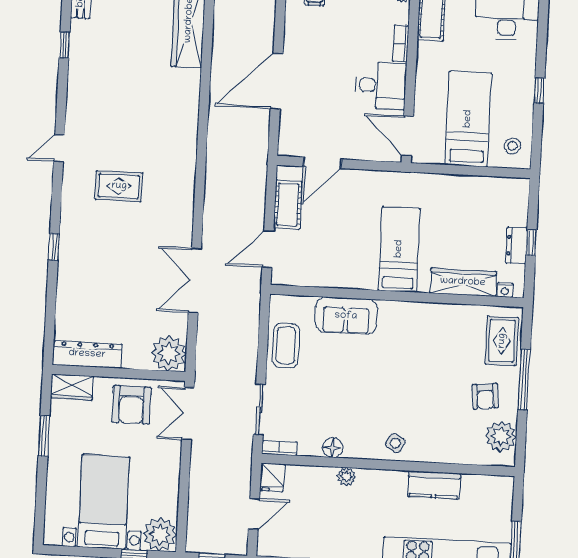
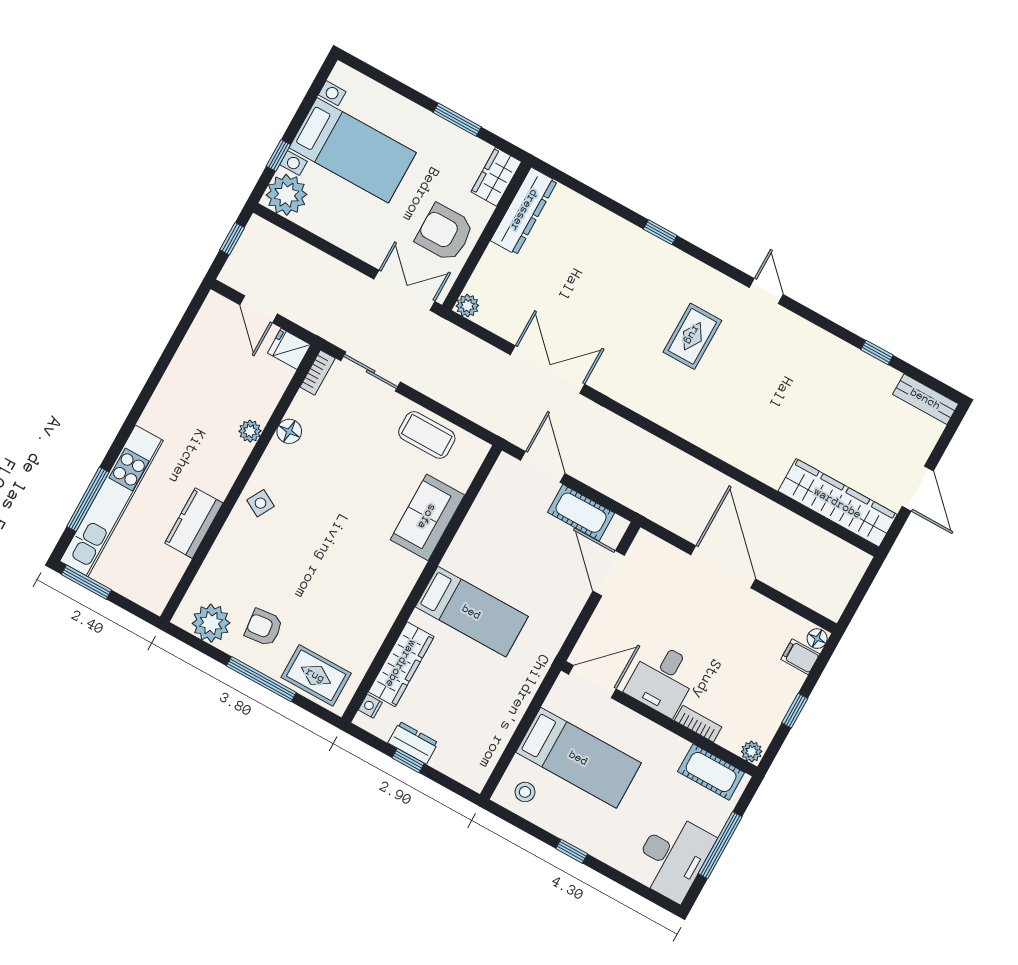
plant: (169, 353) -> (467, 306), width x0.53, depth x0.53

